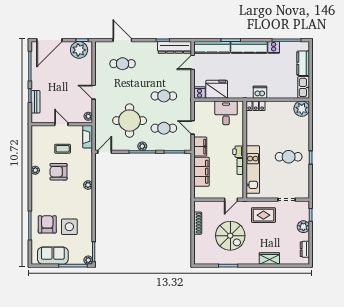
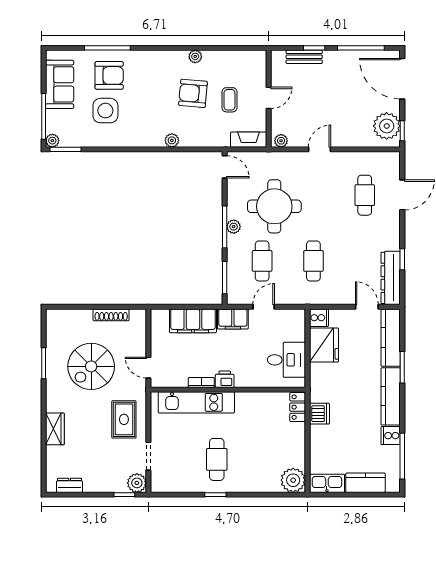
armchair: (59, 172) -> (193, 93), turned -85
plant: (303, 227) -> (137, 483), moved

